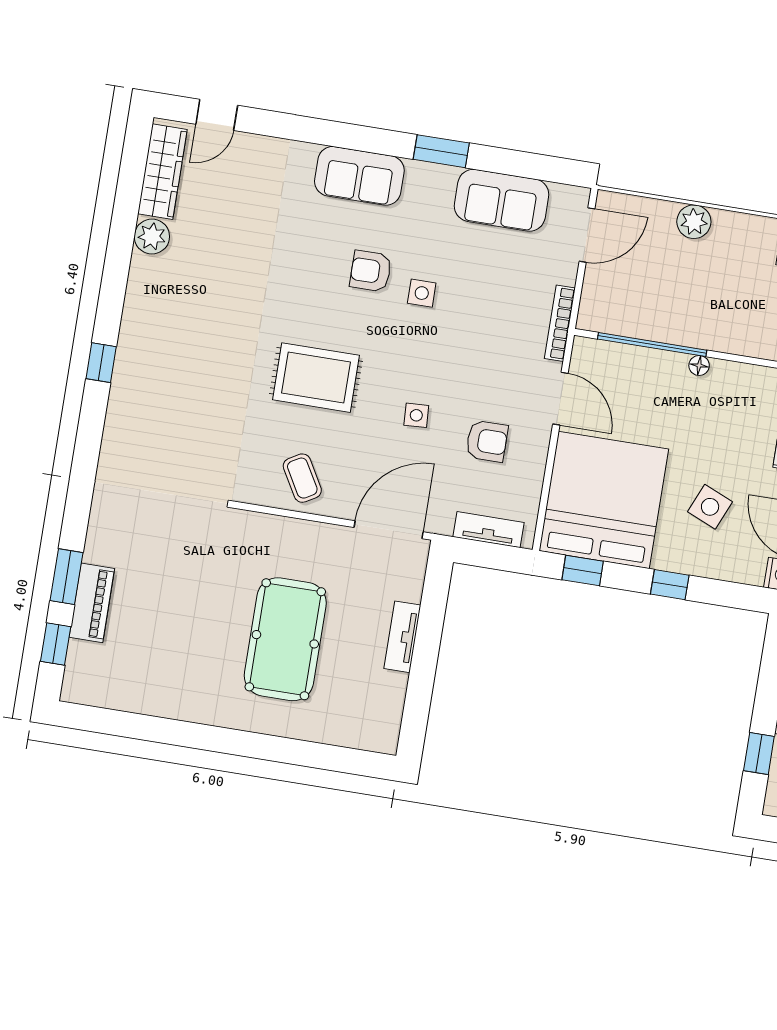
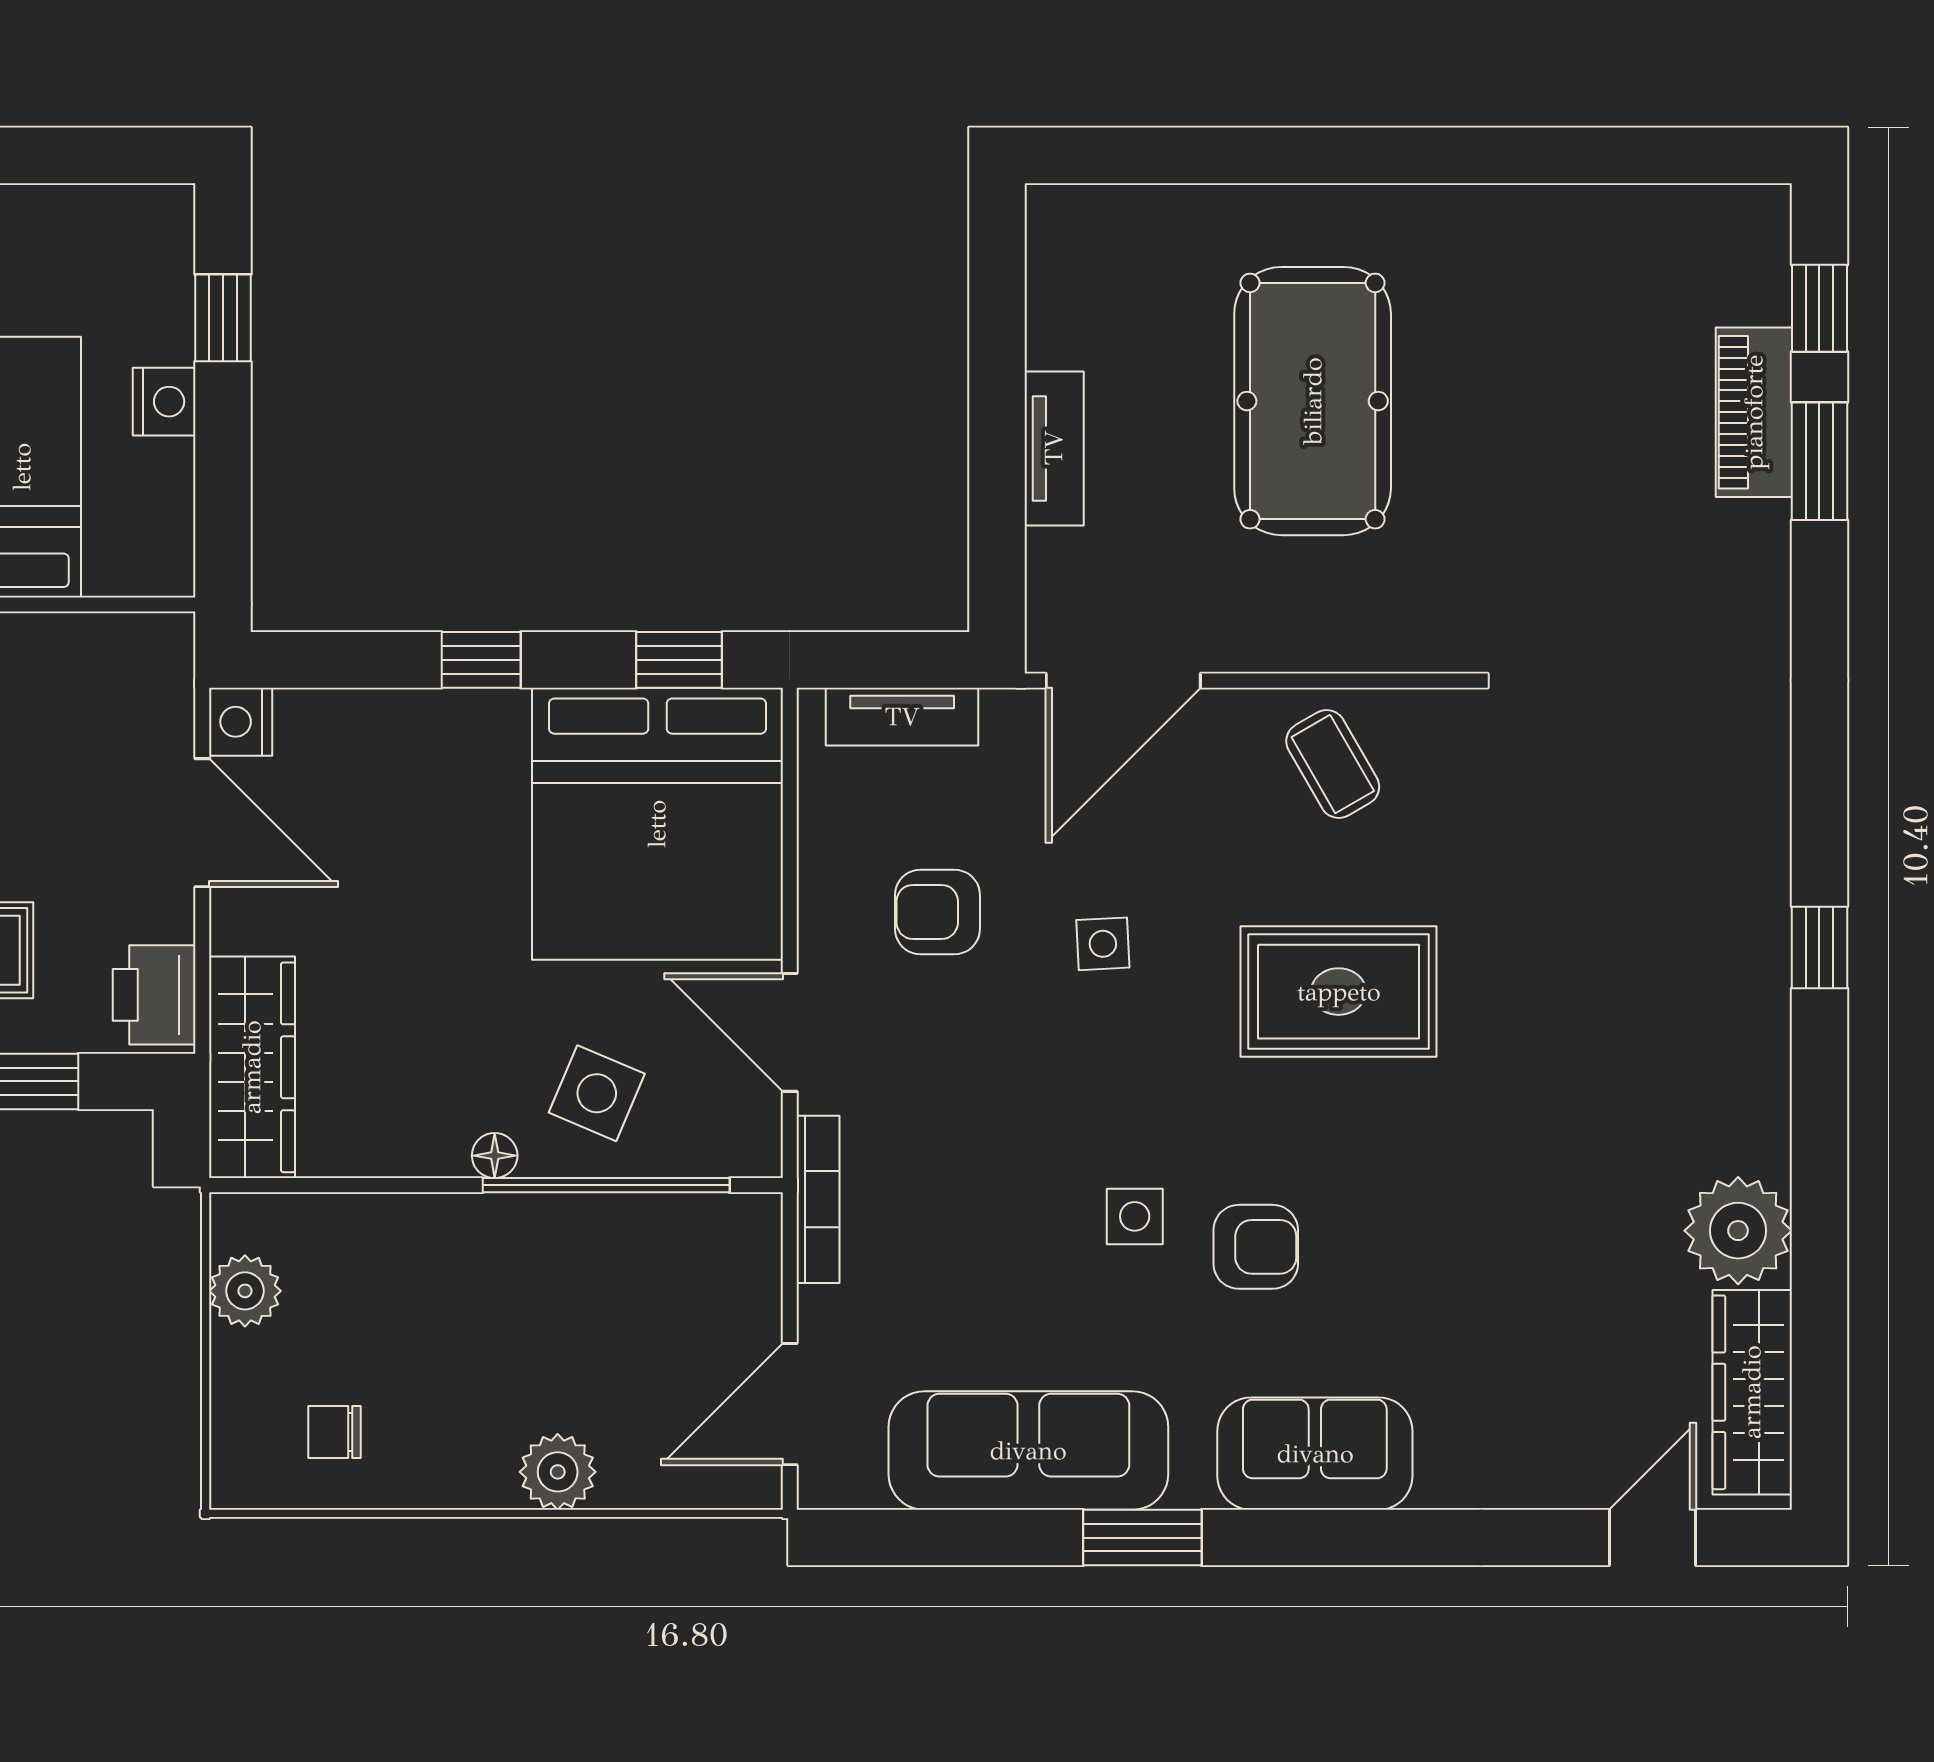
sofa: (501, 200) -> (1028, 1451), width x1.36
plant: (152, 237) -> (1738, 1231), width x1.36, depth x1.36
side table: (710, 507) -> (597, 1093), moved

